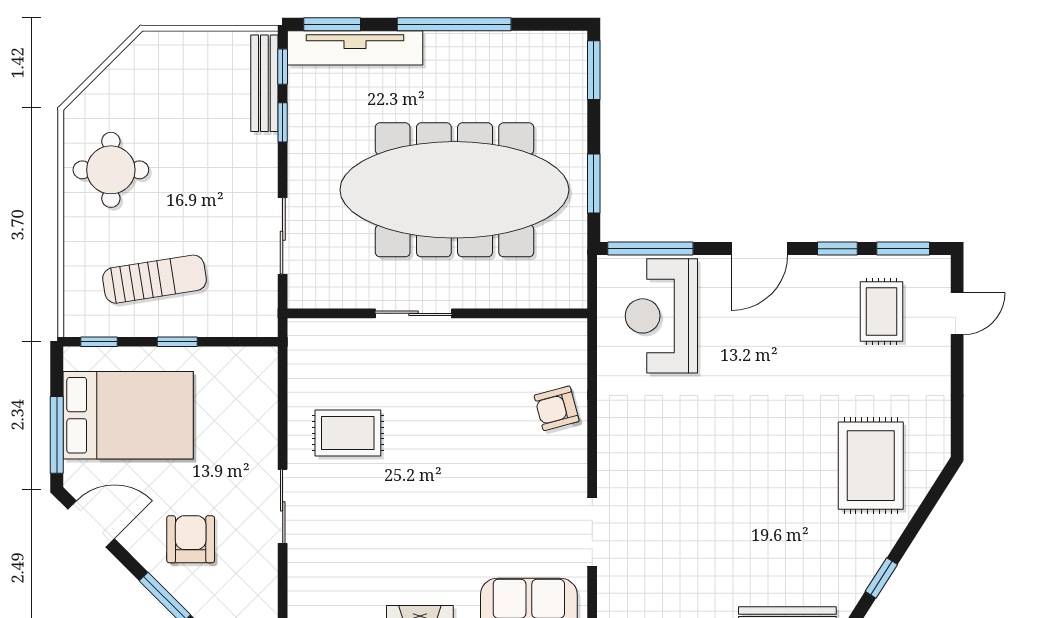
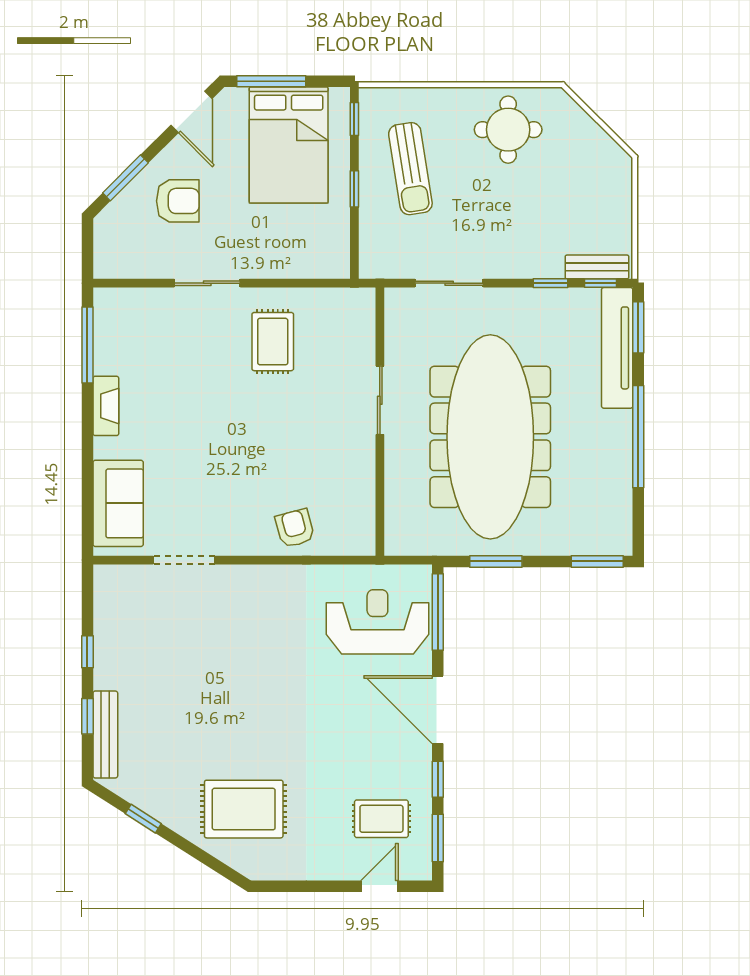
bench: (264, 83) -> (597, 267), width x0.73
door: (760, 249) -> (438, 710), width x1.36
door: (957, 314) -> (380, 886), swing flipped

